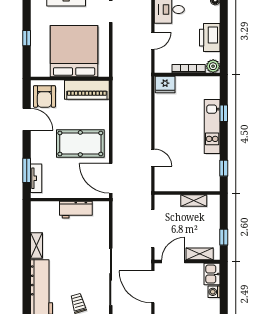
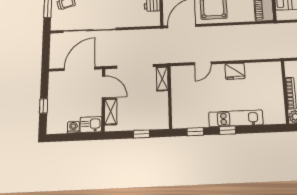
fridge: (165, 85) -> (235, 71), moved, turned -90
window: (224, 113) -> (227, 130), moved
shelving: (194, 200) -> (162, 79), moved
window: (224, 237) -> (141, 134), moved

